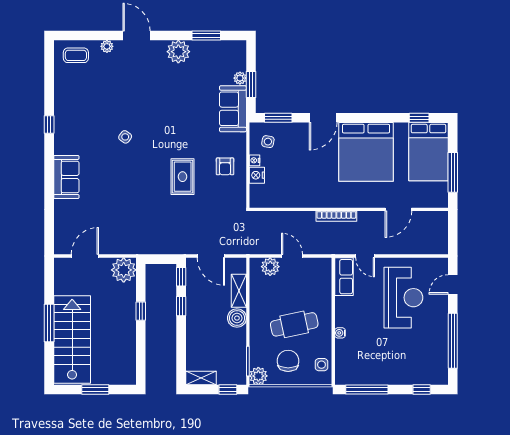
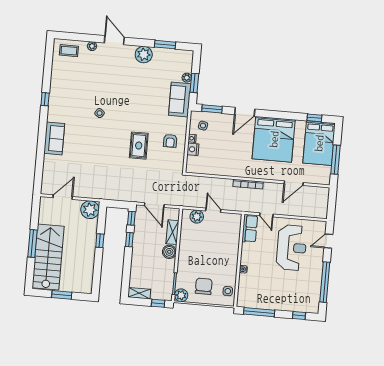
cafe table: (294, 324) -> (210, 260), removed

